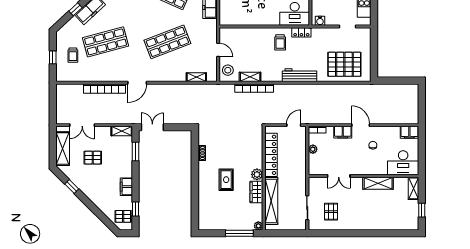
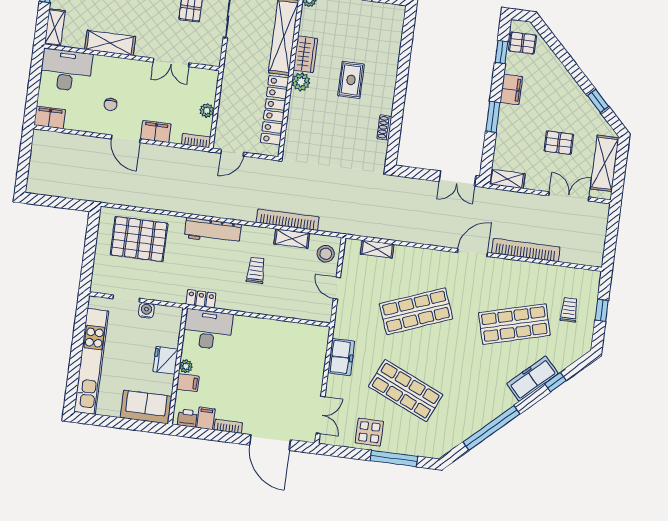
water cooler: (320, 21) -> (146, 310), moved
trolley: (280, 42) -> (256, 270), moved
window: (135, 152) -> (493, 117), moved
double door: (339, 176) -> (171, 62), swing flipped

